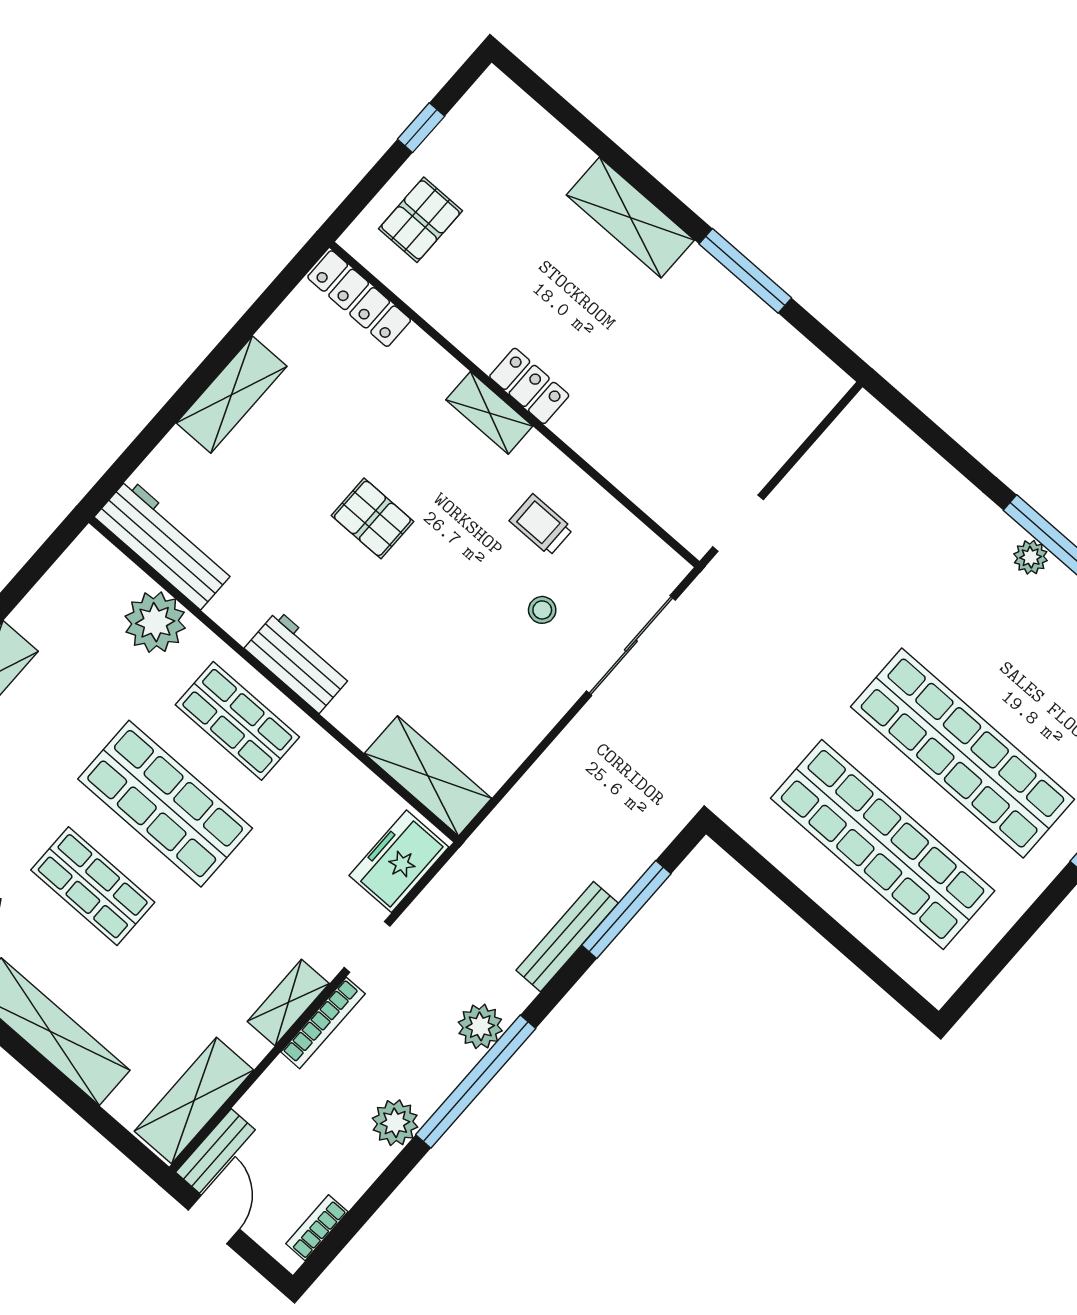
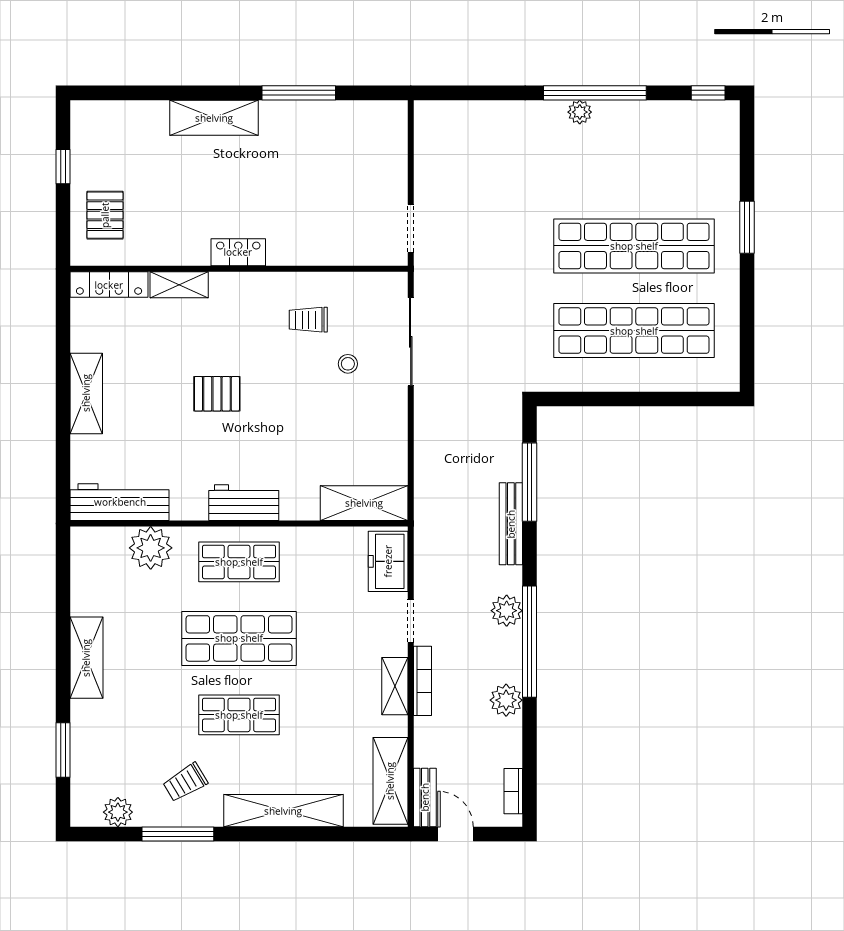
shelving: (489, 413) -> (179, 285), moved

